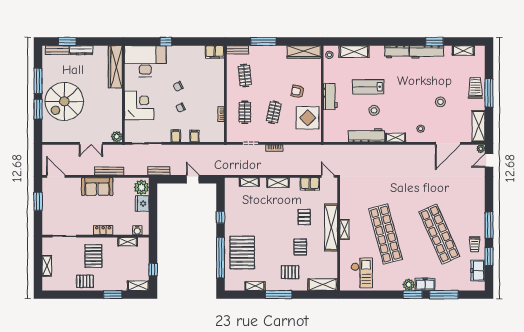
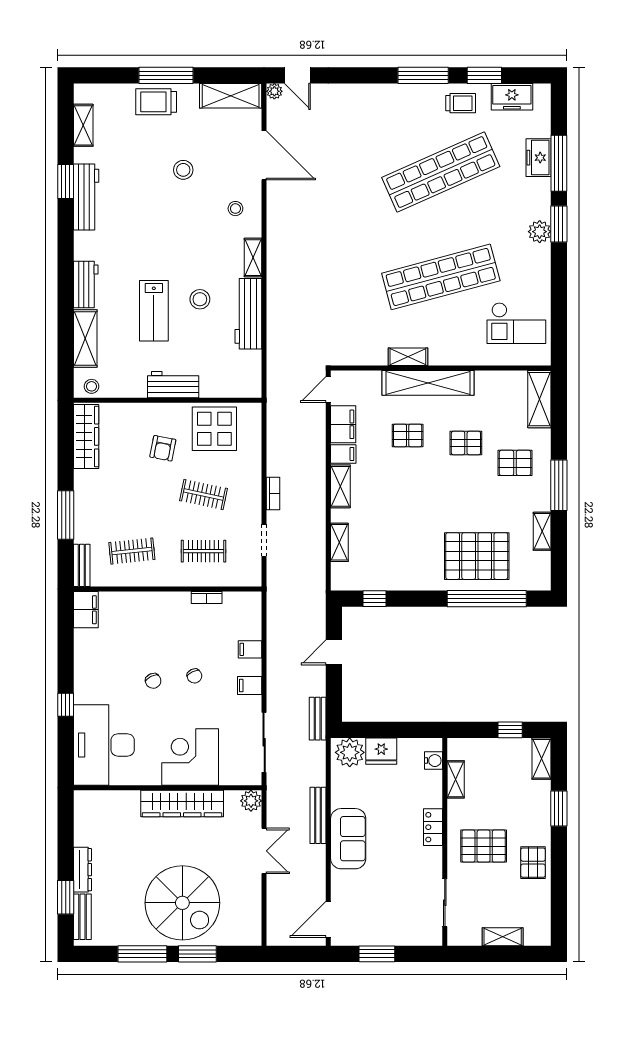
workbench: (397, 52) -> (86, 284), moved
wardrobe: (115, 67) -> (182, 803), moved
filing cabinet: (295, 184) -> (343, 454), added
window: (220, 217) -> (375, 599), moved
shelving: (345, 229) -> (408, 357), moved
pallet: (290, 272) -> (515, 463), turned 90
checkout: (362, 273) -> (516, 323), turned 180
freezer: (425, 284) -> (538, 158), moved

